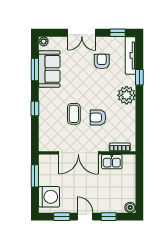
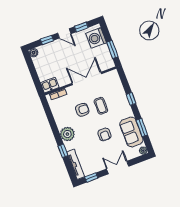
armchair: (102, 61) -> (104, 134), moved
kitchen sink: (112, 162) -> (50, 85), moved

